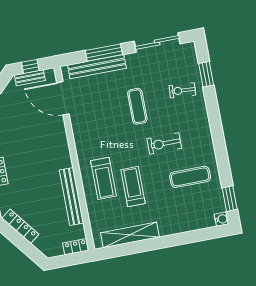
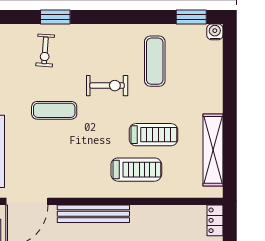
window: (206, 74) -> (55, 17), moved
exercise bike: (164, 143) -> (107, 86), turned -90
treadmill: (133, 187) -> (153, 135), turned 180
bench: (71, 196) -> (93, 214), moved

